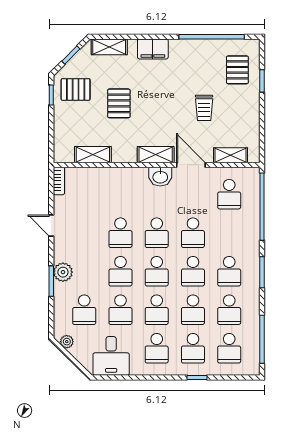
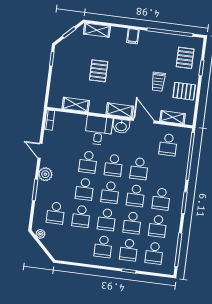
filing cabinet: (153, 49) -> (133, 36), width x0.50
pallet: (76, 89) -> (184, 91), moved
plant: (63, 272) -> (45, 174), moved
desk: (111, 356) -> (99, 130), moved, turned 180

